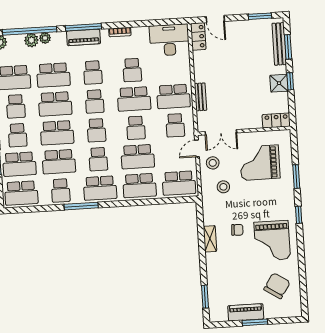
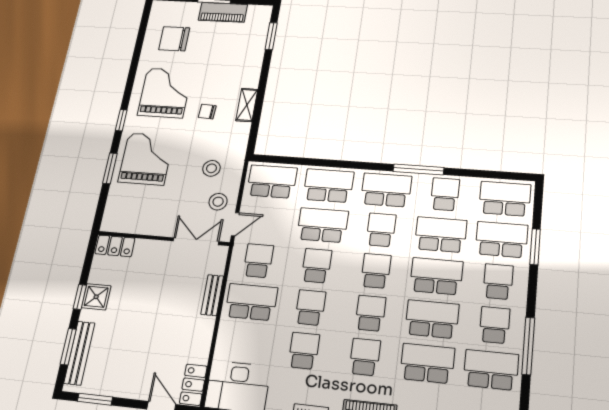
school desk: (134, 99) -> (310, 308), width x0.54
grand piano: (260, 163) -> (146, 159), moved, turned -90
chair: (277, 286) -> (174, 39), turned 57

